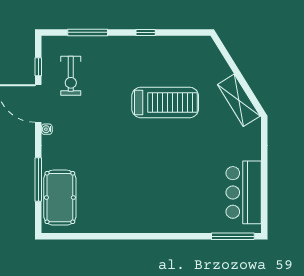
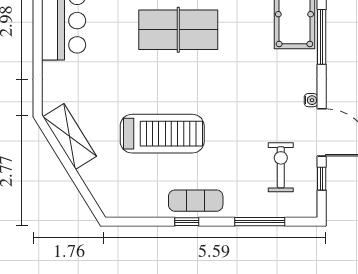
exercise mat: (138, 49) -> (196, 201), added
treadmill: (165, 102) -> (162, 134), turned 180
table tennis table: (152, 185) -> (178, 30), added

